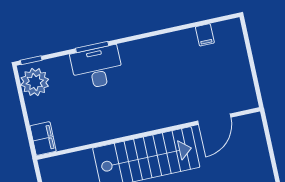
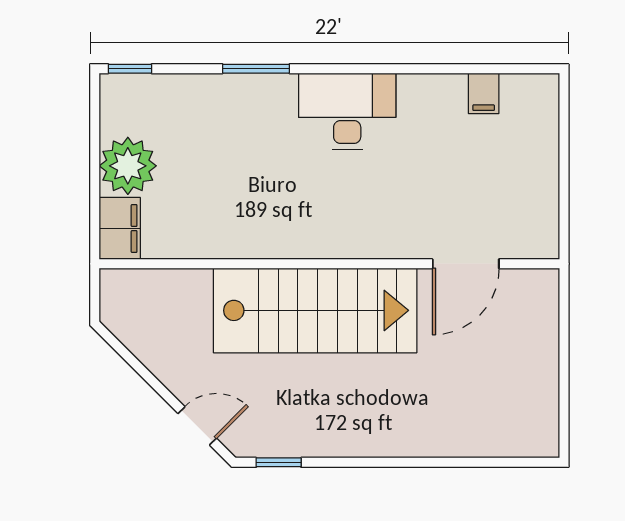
desk: (97, 67) -> (347, 111), moved
plant: (35, 82) -> (128, 166), moved

